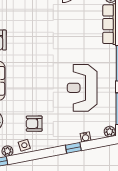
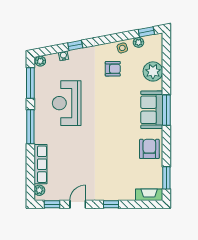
reception desk: (82, 88) -> (67, 103), turned 180

